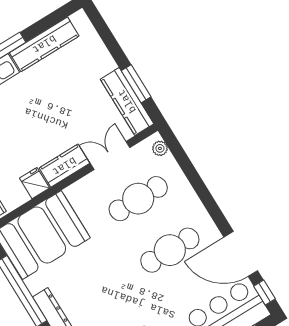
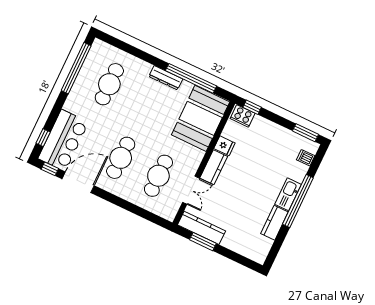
kitchen counter: (44, 44) -> (274, 223), width x0.67
plant: (160, 148) -> (165, 213), removed

